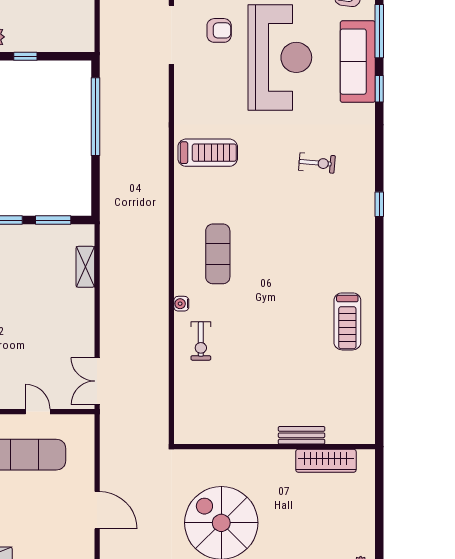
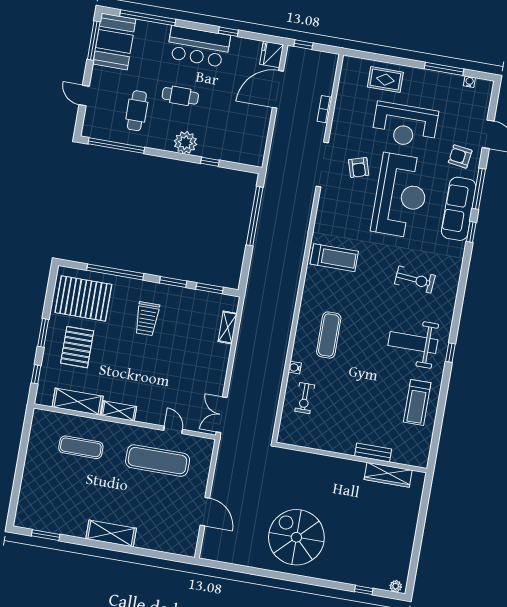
armchair: (219, 30) -> (359, 167), turned 73
exercise bike: (317, 163) -> (415, 280), width x1.38, depth x1.39
window: (379, 204) -> (450, 353), moved
weight bench: (329, 245) -> (413, 343), added
bench: (302, 435) -> (373, 453), moved
wall: (274, 447) -> (351, 458), moved
wardrobe: (326, 461) -> (388, 475), moved

